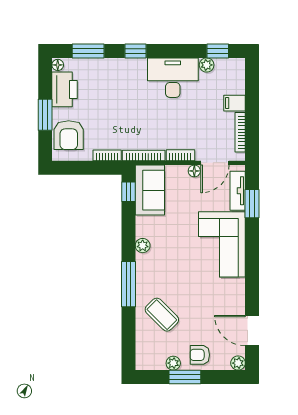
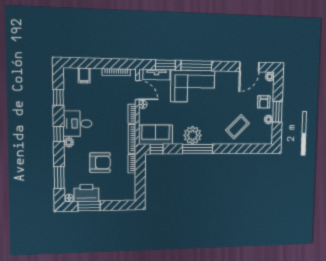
window: (135, 51) -> (59, 134), moved
window: (218, 51) -> (58, 98), moved
plant: (207, 65) -> (69, 142), moved
desk: (173, 78) -> (78, 124), width x0.73
filing cabinet: (235, 103) -> (84, 75), moved
window: (45, 115) -> (89, 206), moved
armchair: (69, 135) -> (100, 163), moved
plant: (143, 246) -> (193, 135), width x1.88, depth x1.88
window: (252, 250) -> (196, 66), added
window: (129, 284) -> (198, 149), moved

